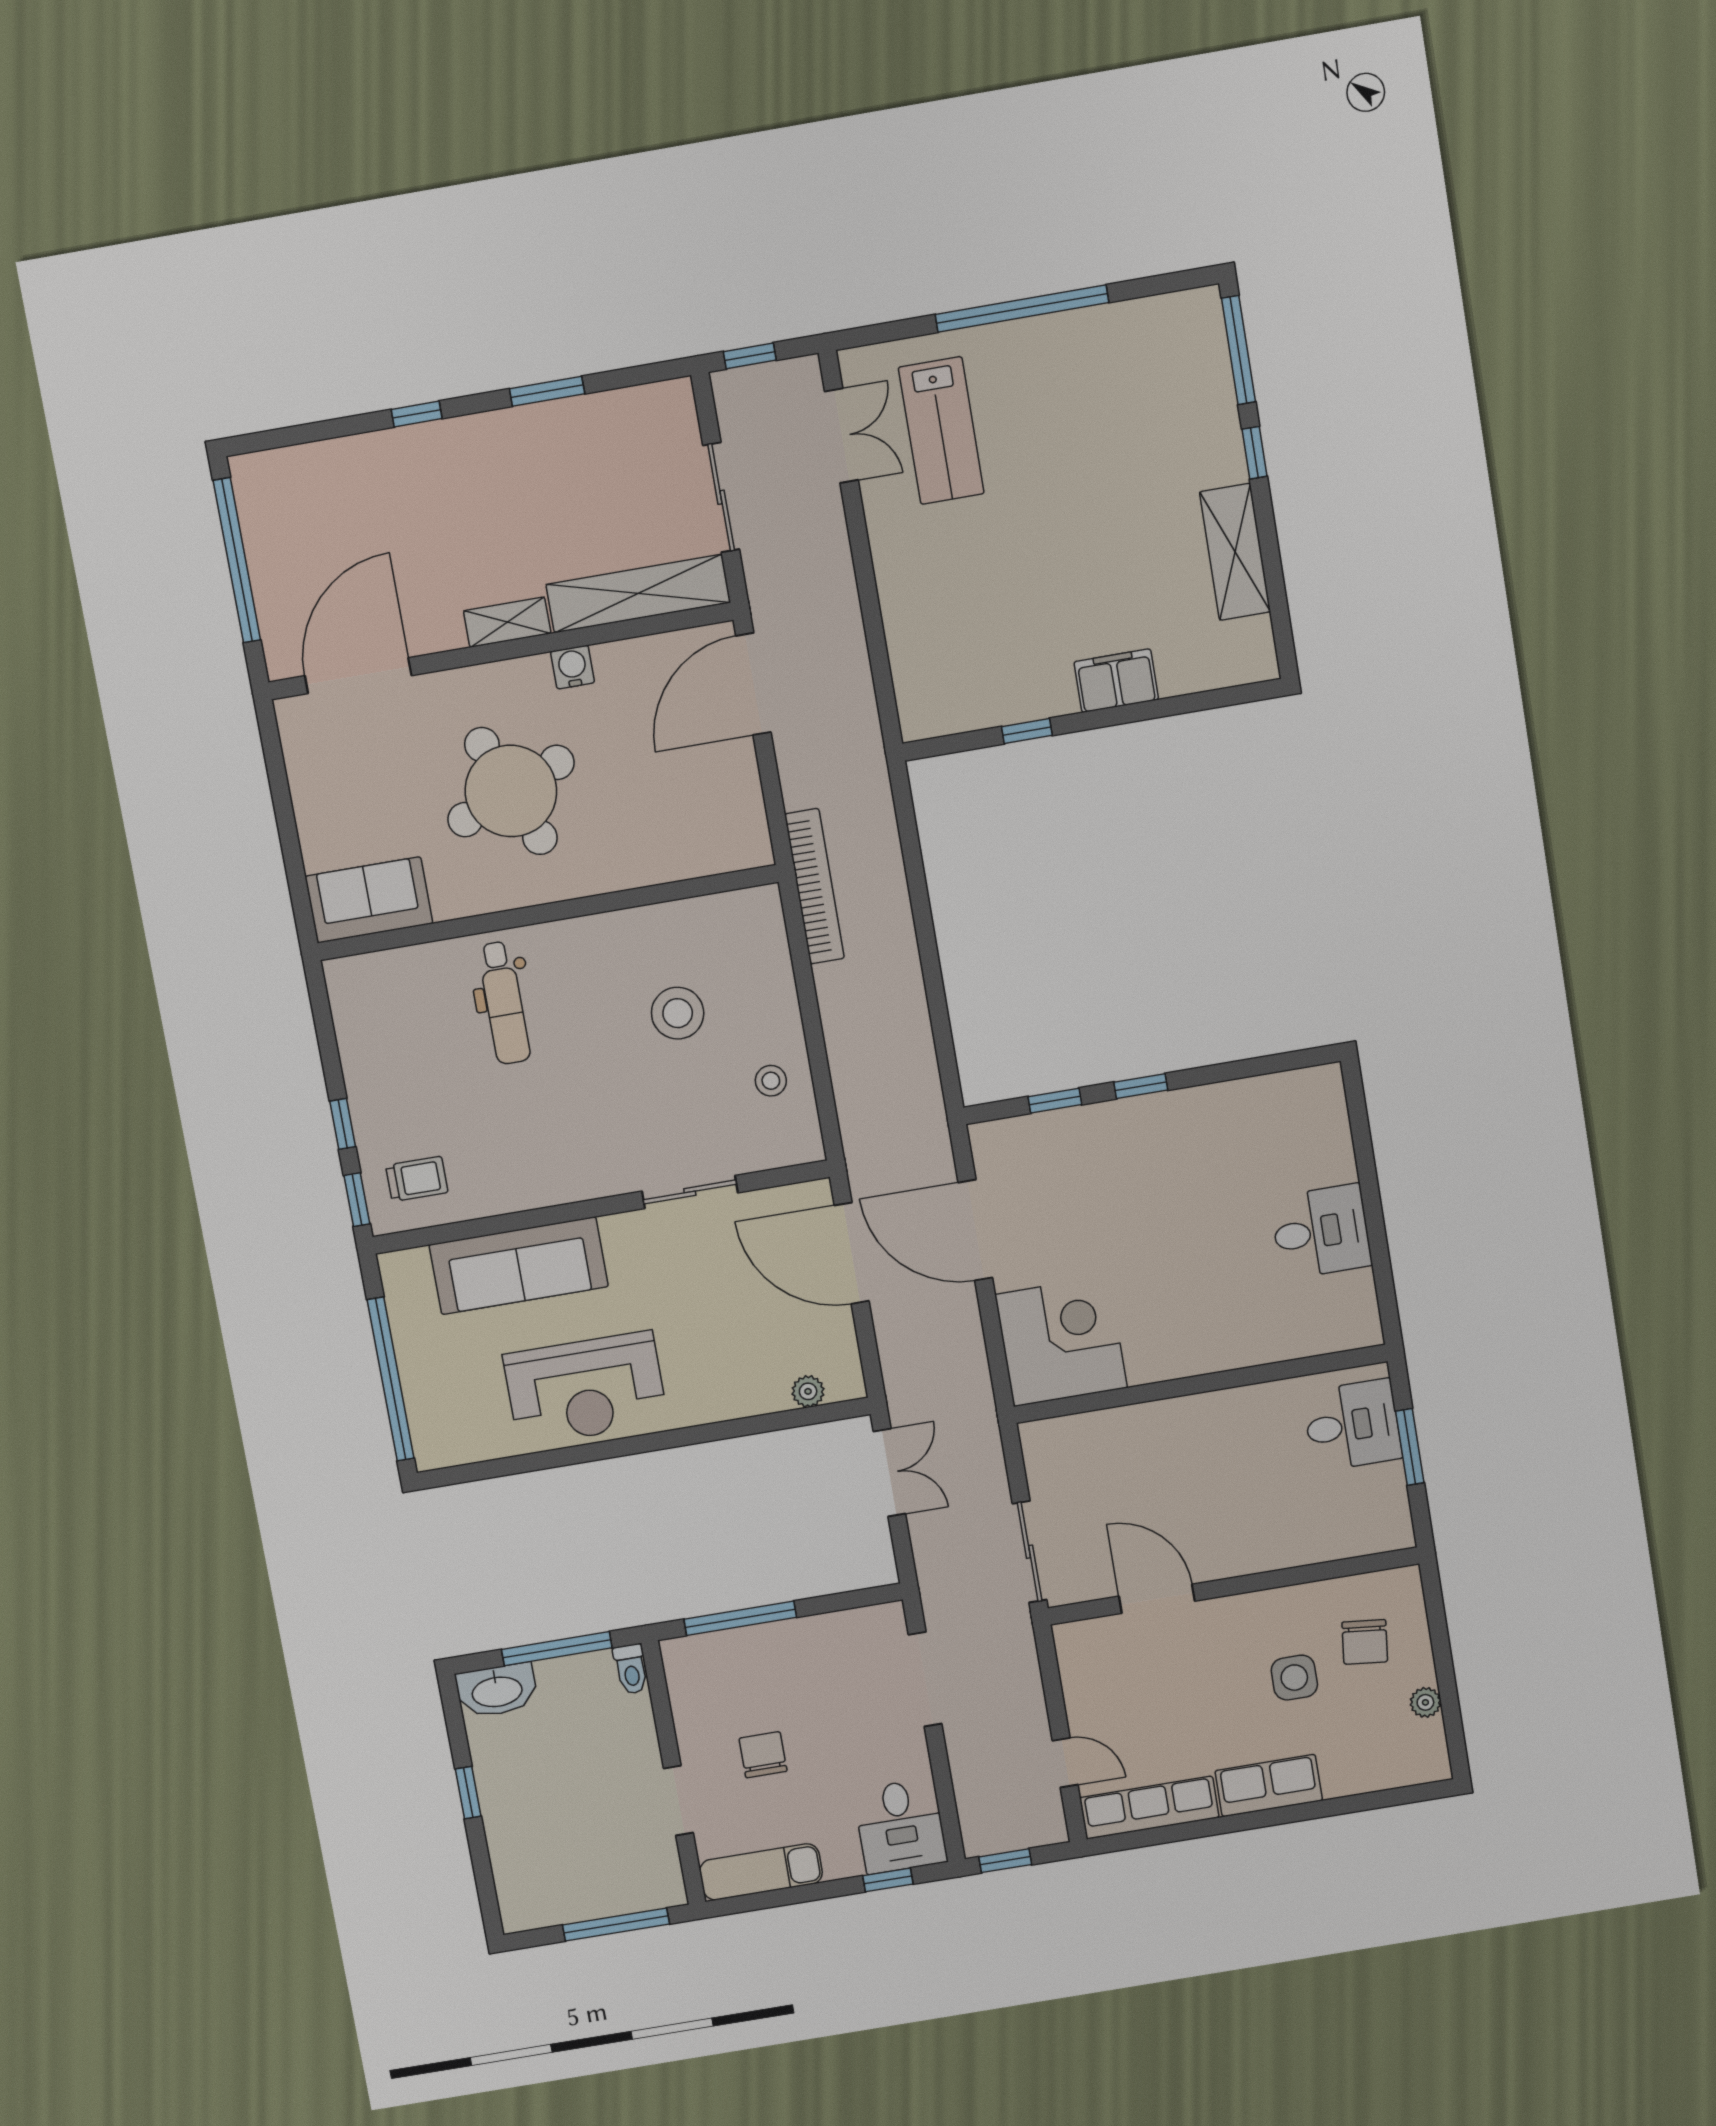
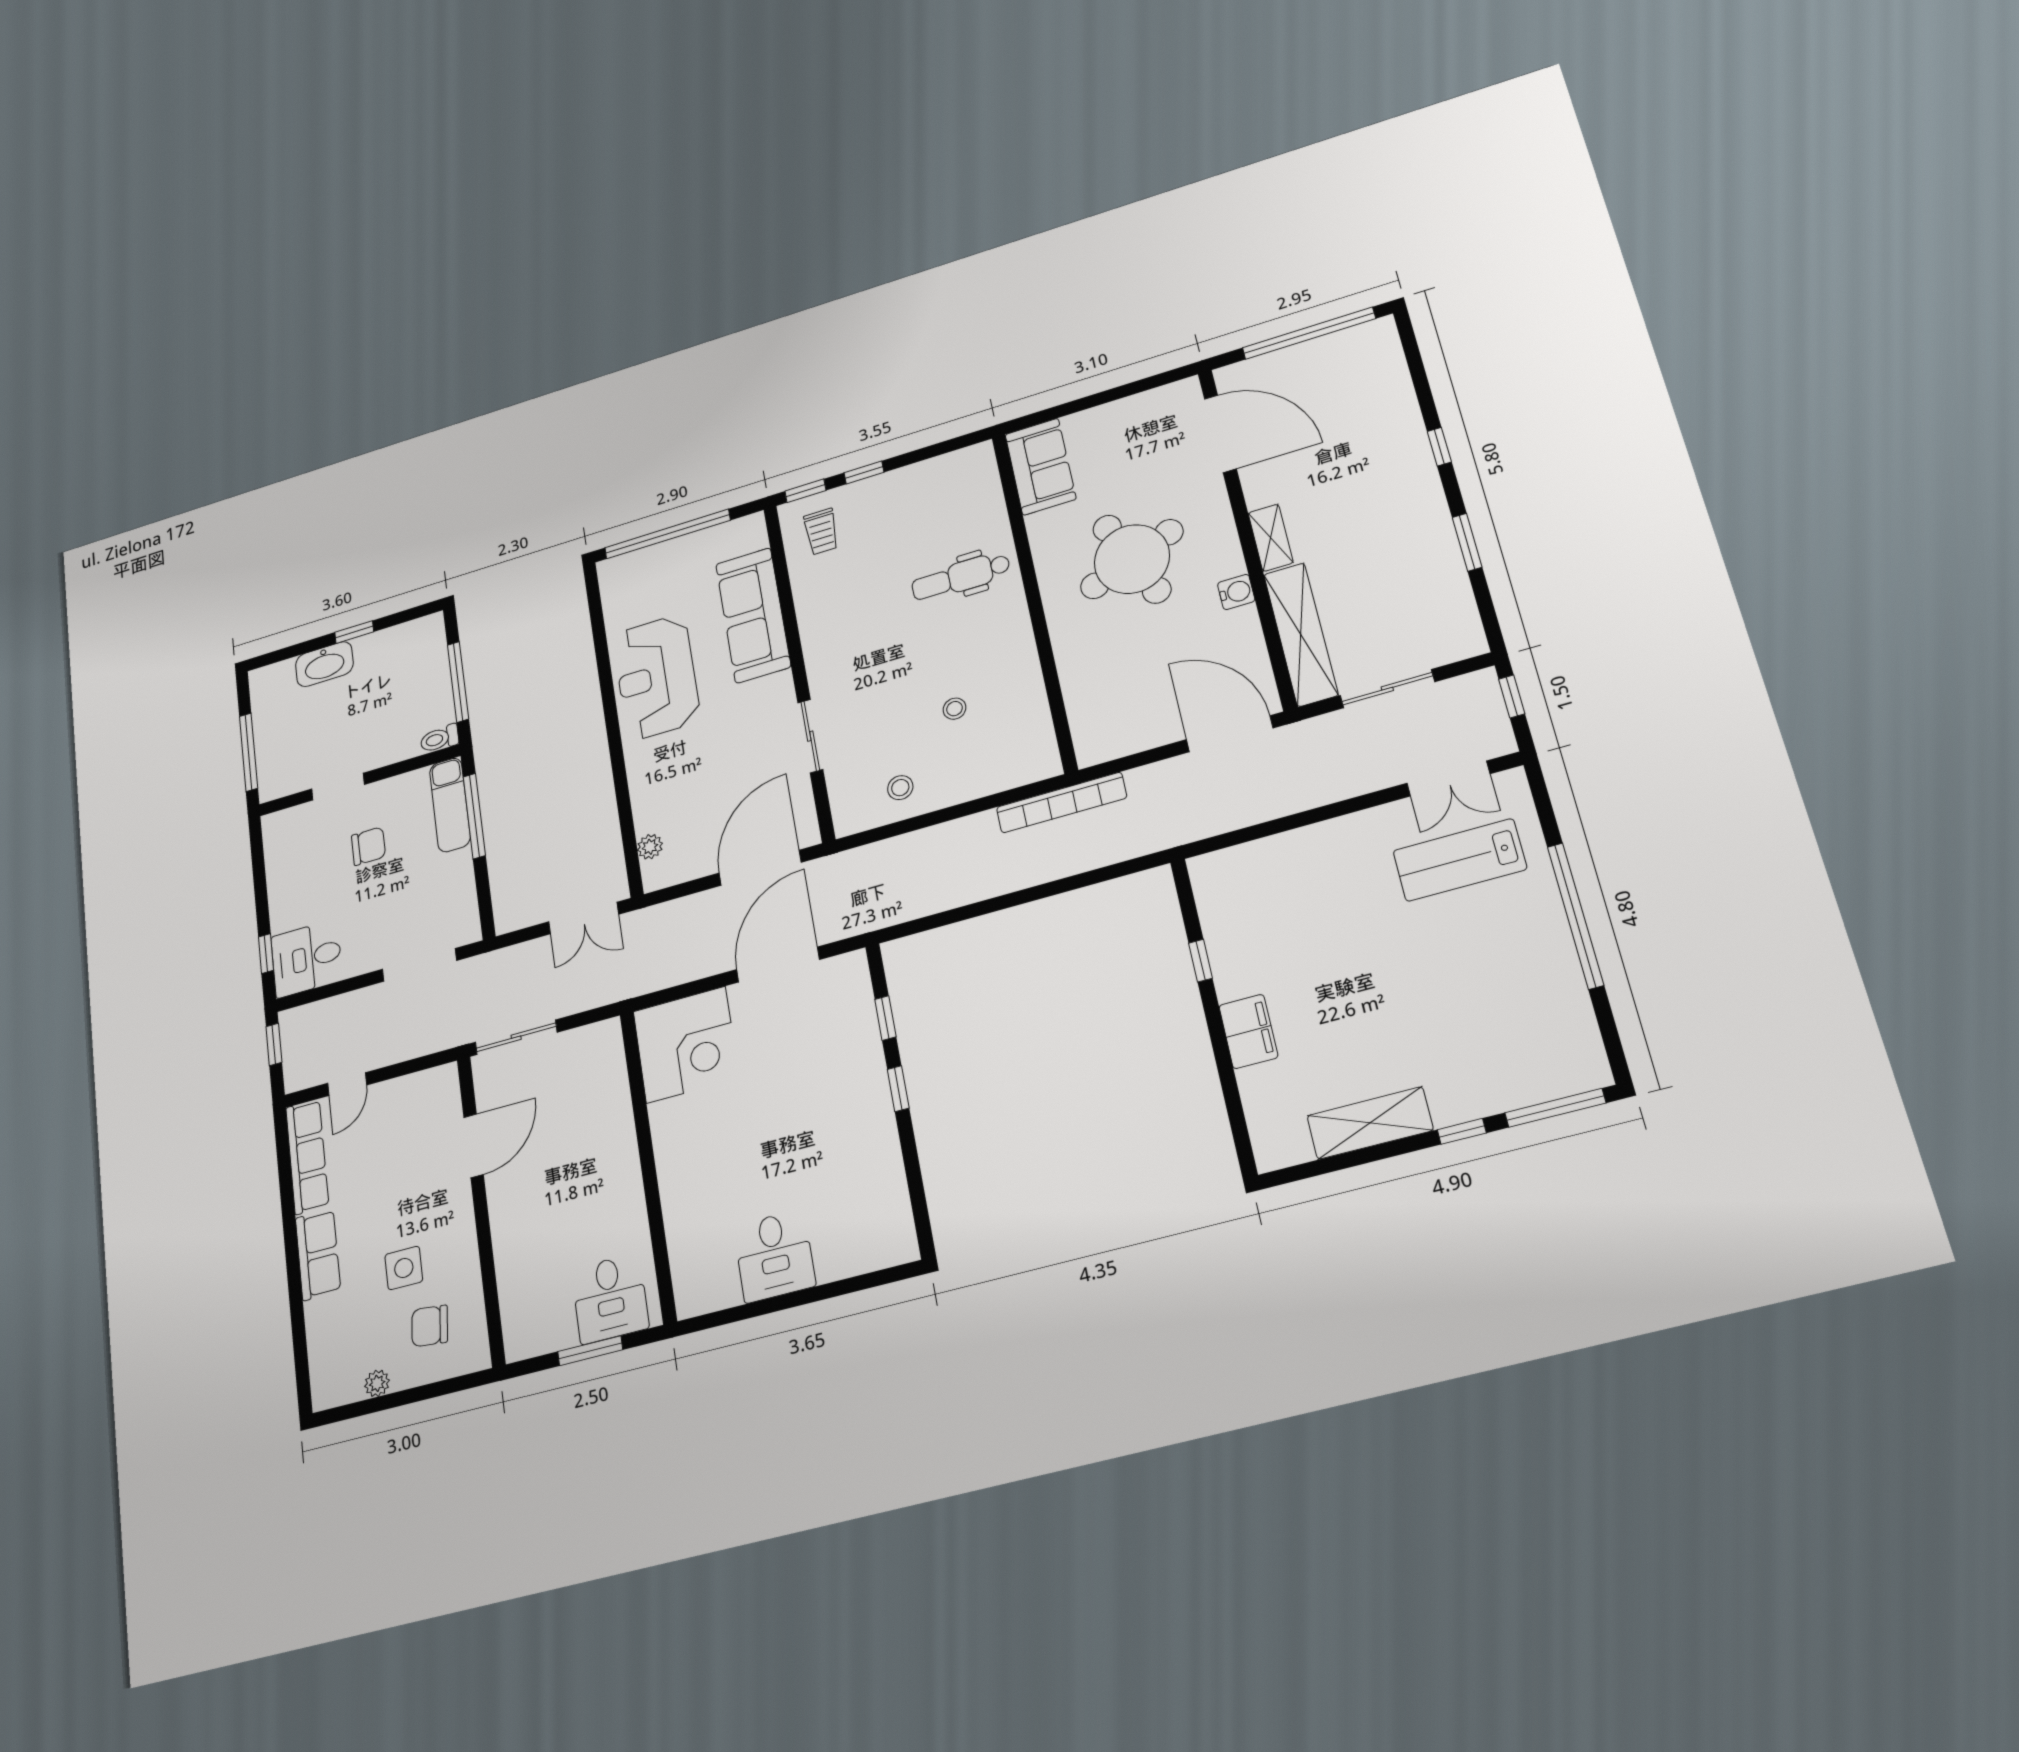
stool: (678, 1013) -> (955, 709), width x0.53, depth x0.53
washbasin: (497, 1690) -> (324, 664), moved, turned -90
exam couch: (761, 1872) -> (450, 805), moved, turned 180

